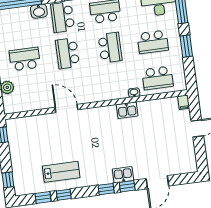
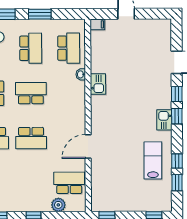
school desk: (25, 59) -> (69, 183), moved, turned 90
kitchen sink: (123, 175) -> (164, 120), moved

